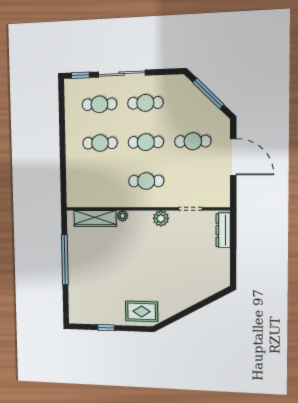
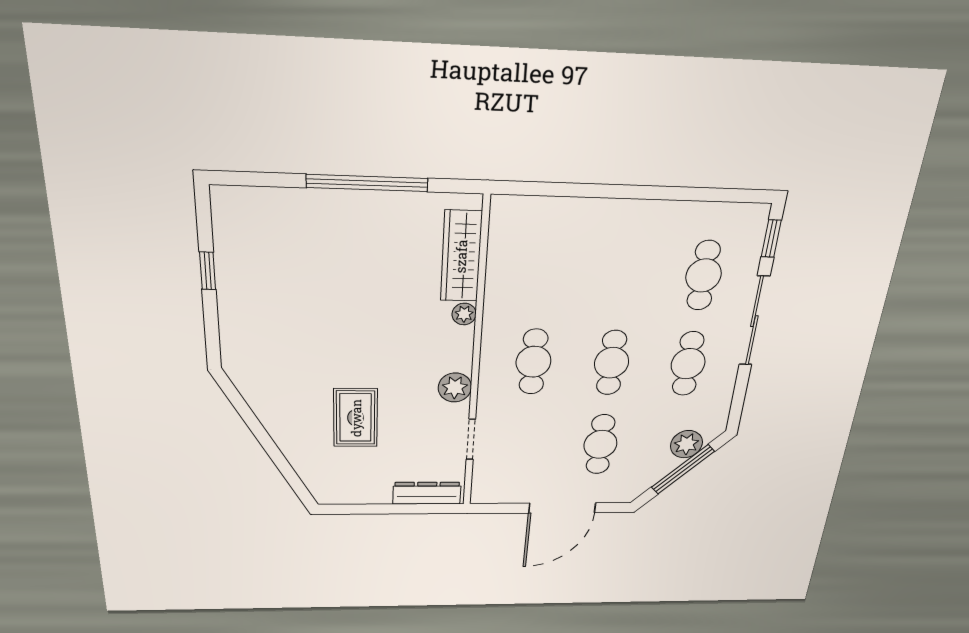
plant: (192, 95) -> (686, 444), added
cafe table: (100, 143) -> (624, 274), removed
rug: (142, 311) -> (356, 418), moved

